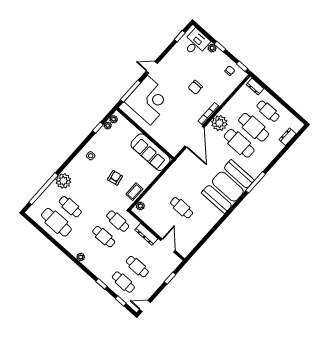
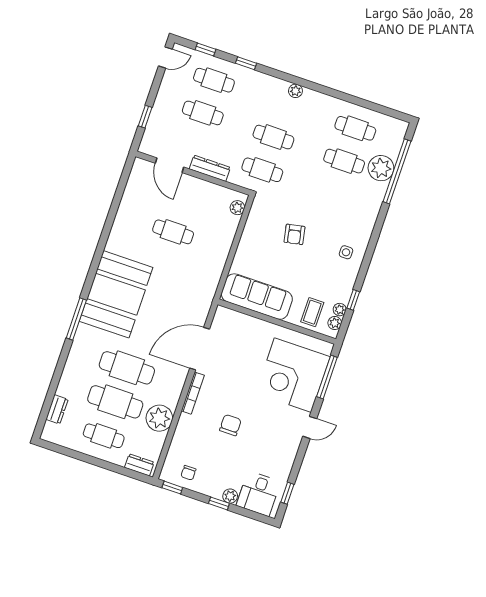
plant: (219, 123) -> (159, 418), moved
door: (194, 137) -> (200, 349), hinge flipped
plant: (63, 181) -> (381, 168), moved
coffee table: (134, 192) -> (312, 312), moved
cafe table: (56, 222) -> (355, 128), width x0.73, depth x0.74

